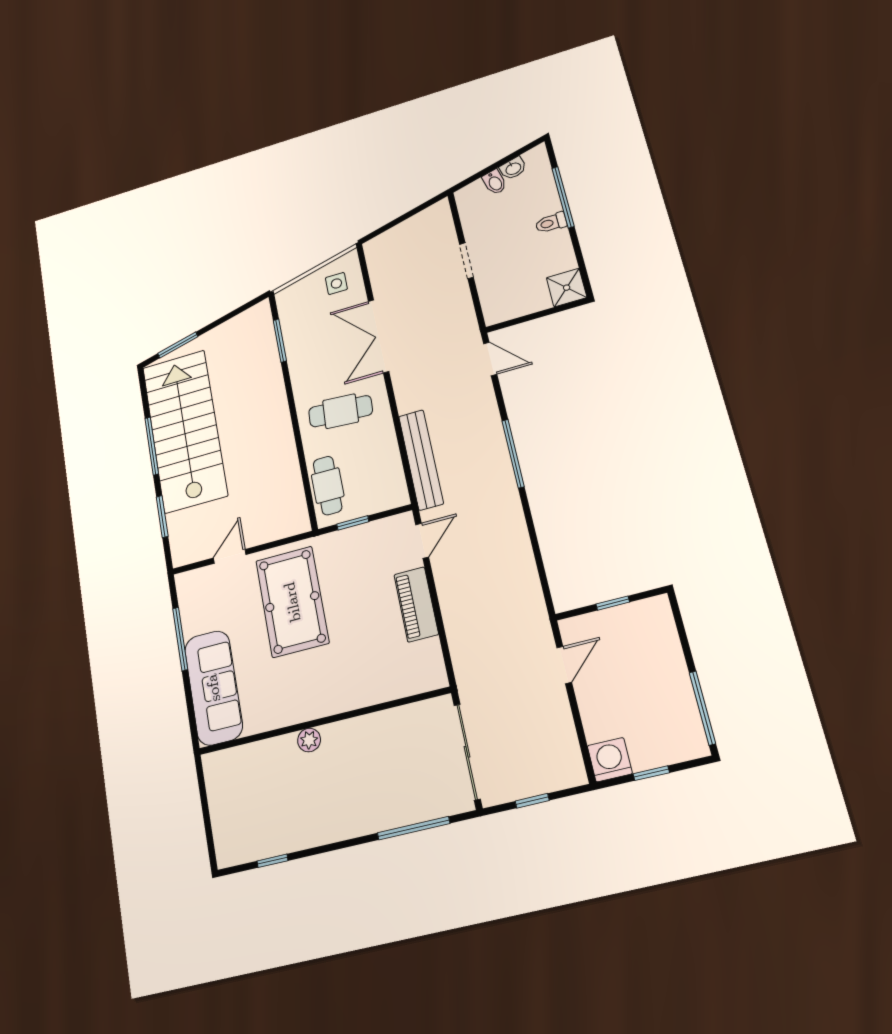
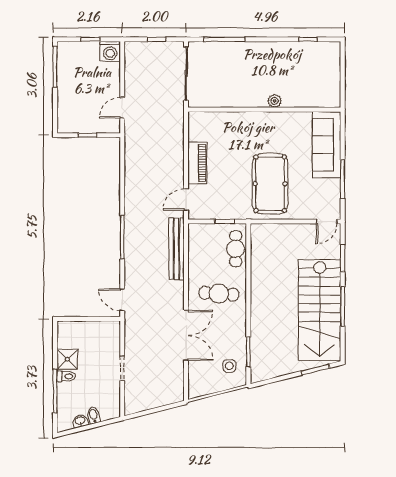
side table: (336, 283) -> (229, 366), moved
shower: (567, 288) -> (67, 359), moved
door: (230, 556) -> (327, 221), moved

